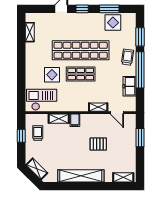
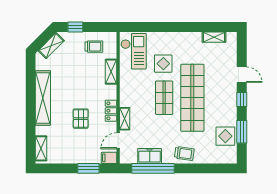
window: (140, 37) -> (208, 168), removed
window: (140, 70) -> (153, 168), moved
locker: (92, 119) -> (111, 111), added
filing cabinet: (75, 120) -> (109, 158), moved
window: (21, 136) -> (75, 27), moved

